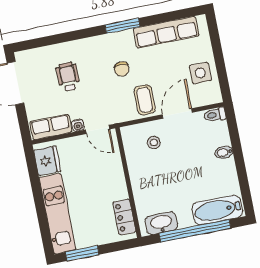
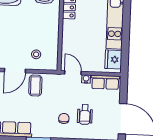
chair: (122, 69) -> (64, 118), moved

